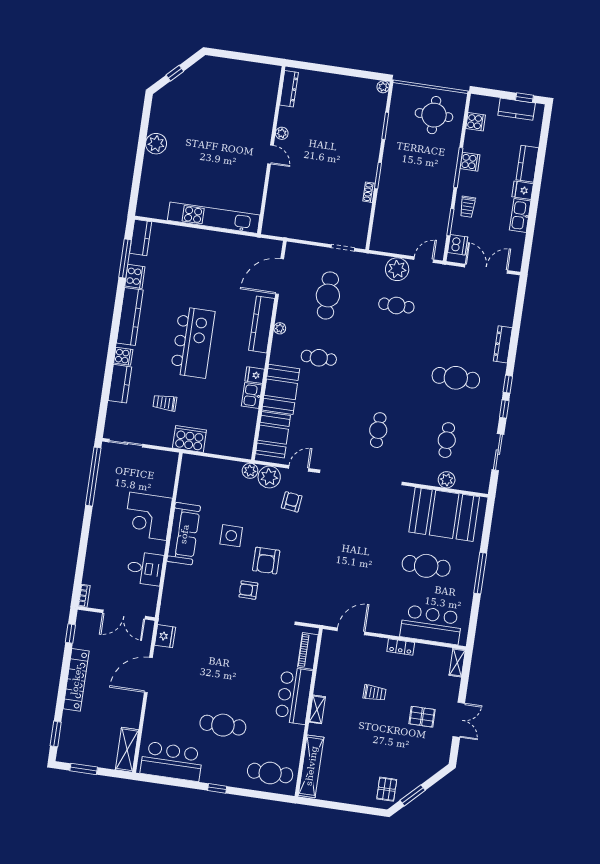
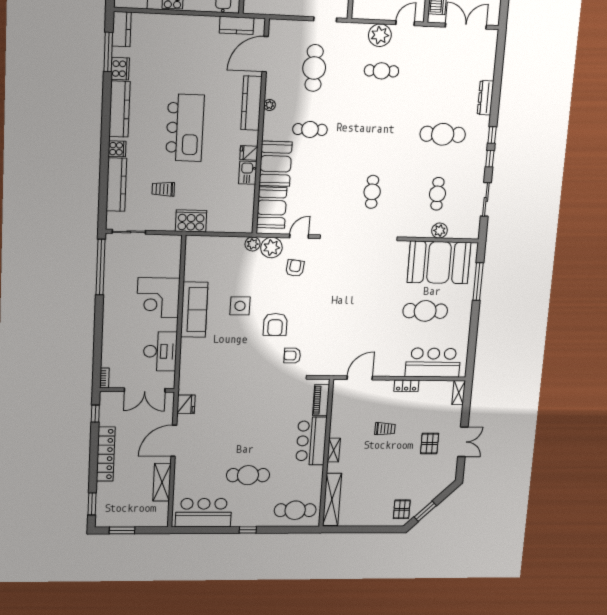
kitchen counter: (254, 245) -> (237, 25), added
kitchen counter: (120, 384) -> (116, 185), width x1.50
desk: (145, 569) -> (160, 351), width x1.37
window: (480, 573) -> (478, 282), moved
armchair: (248, 590) -> (292, 356), moved
pallet: (422, 717) -> (430, 444), turned 90
shelving: (127, 750) -> (162, 482), moved

